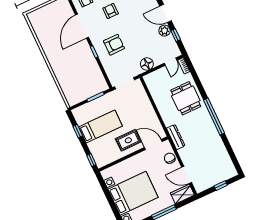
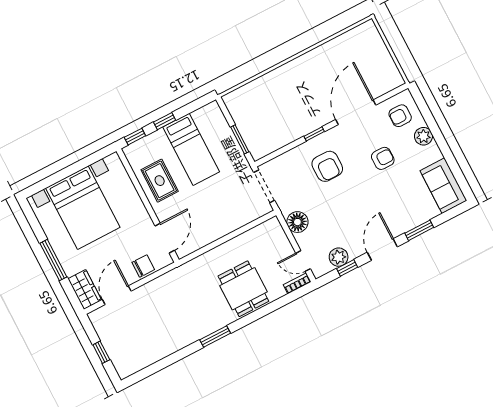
door: (82, 26) -> (356, 112), hinge flipped
plant: (165, 31) -> (339, 257), moved
dining table: (186, 98) -> (243, 289), turned 90
window: (214, 116) -> (215, 337), width x0.47
window: (78, 131) -> (165, 121), moved
dresser: (176, 137) -> (179, 275), removed
rug: (128, 140) -> (160, 181), moved

